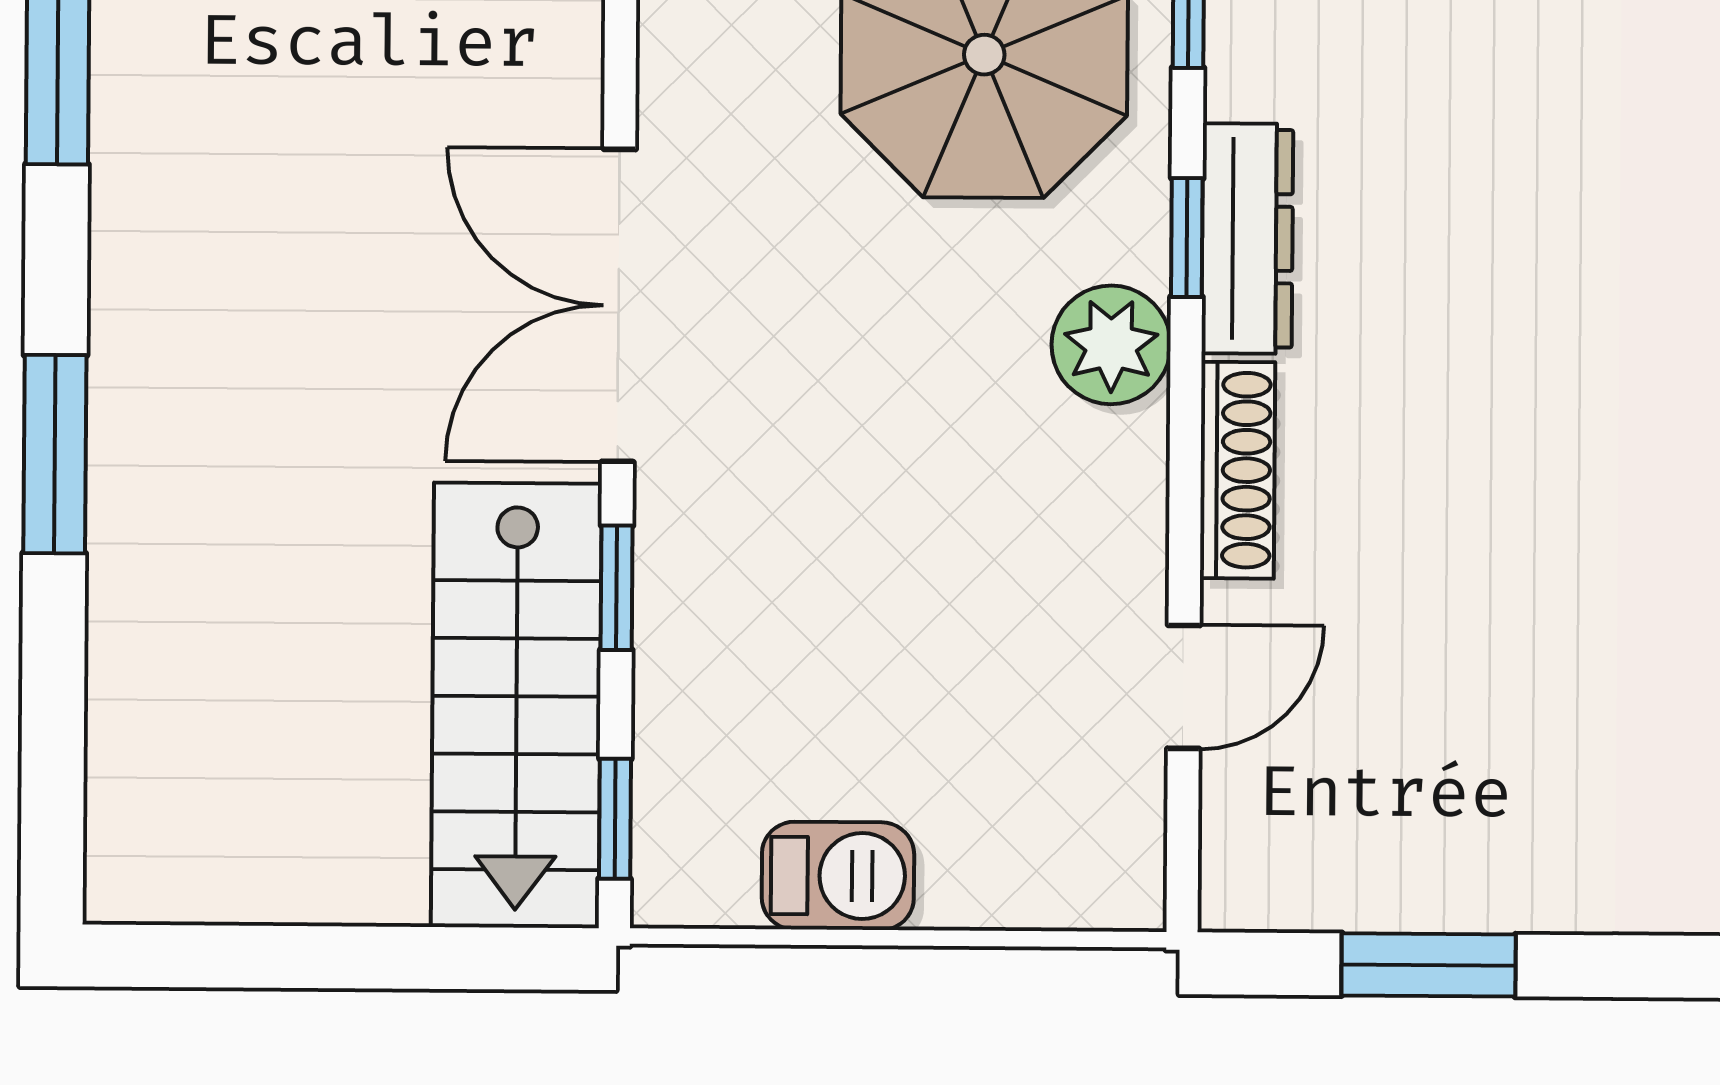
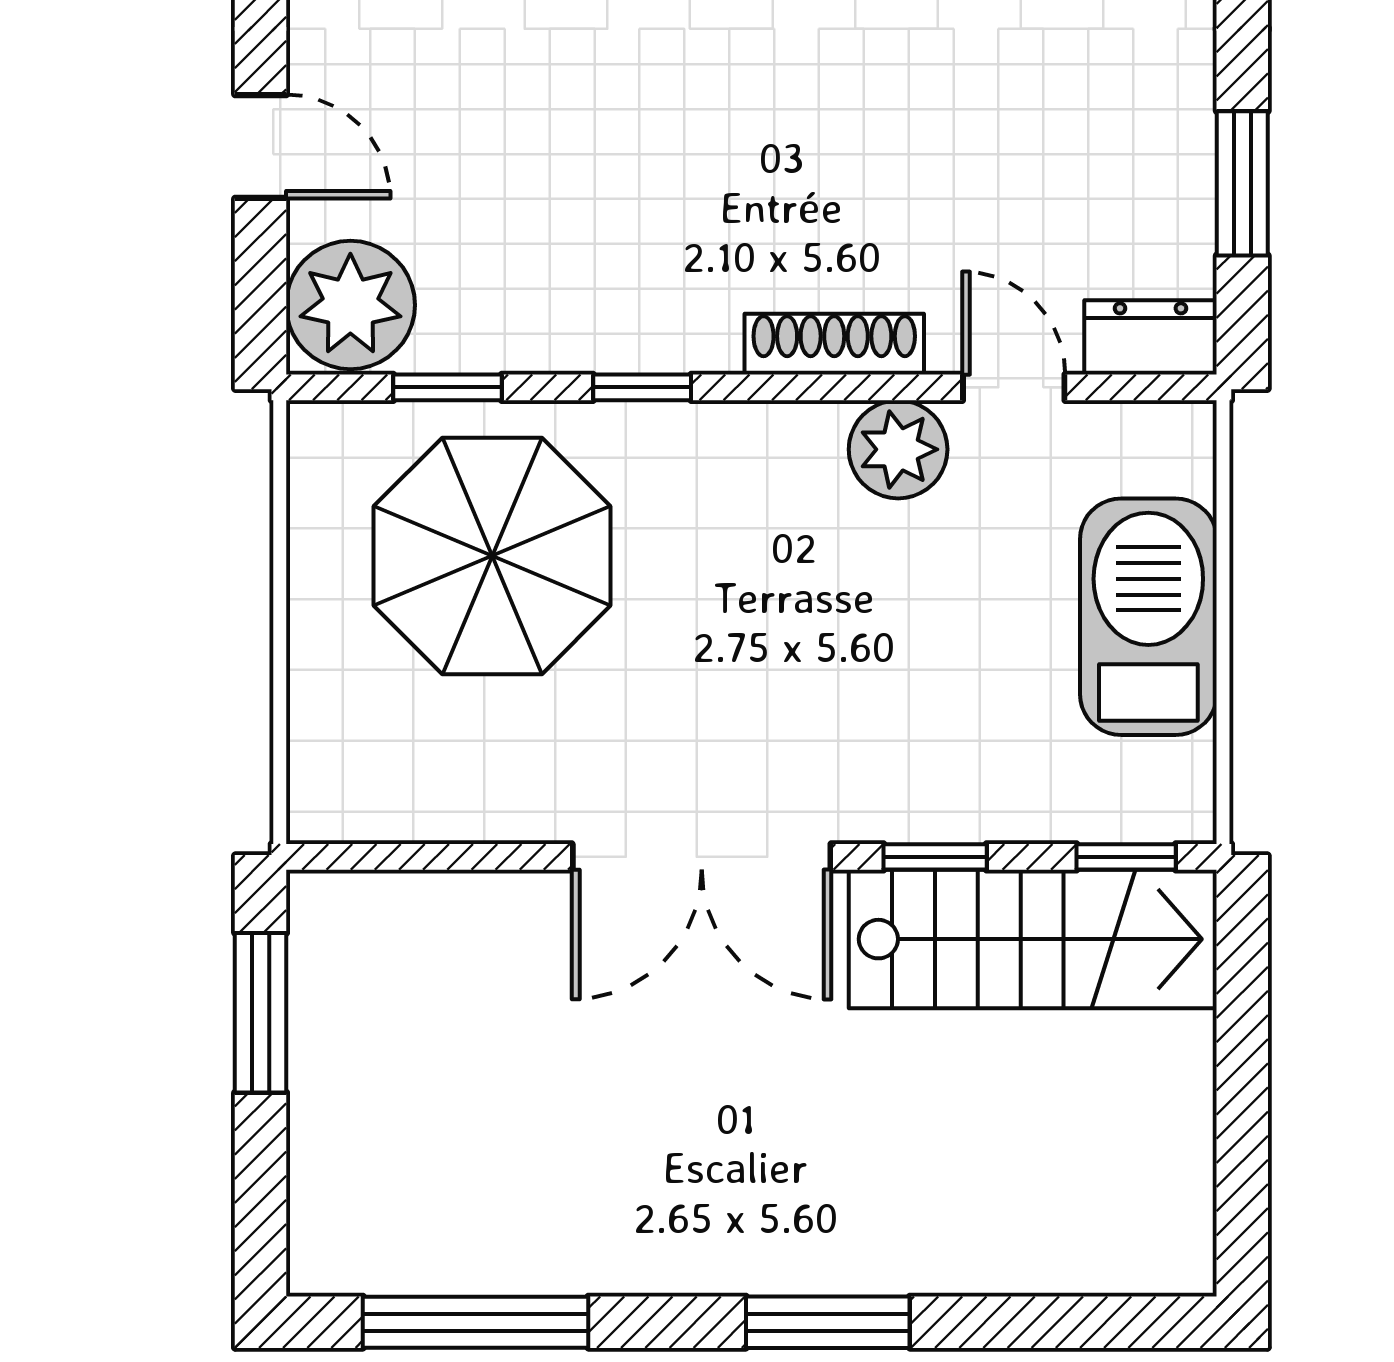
dresser: (1247, 239) -> (1150, 337), moved, width x0.70
plant: (1111, 345) -> (898, 449), moved
barbecue: (838, 876) -> (1148, 617), width x1.88, depth x1.53

